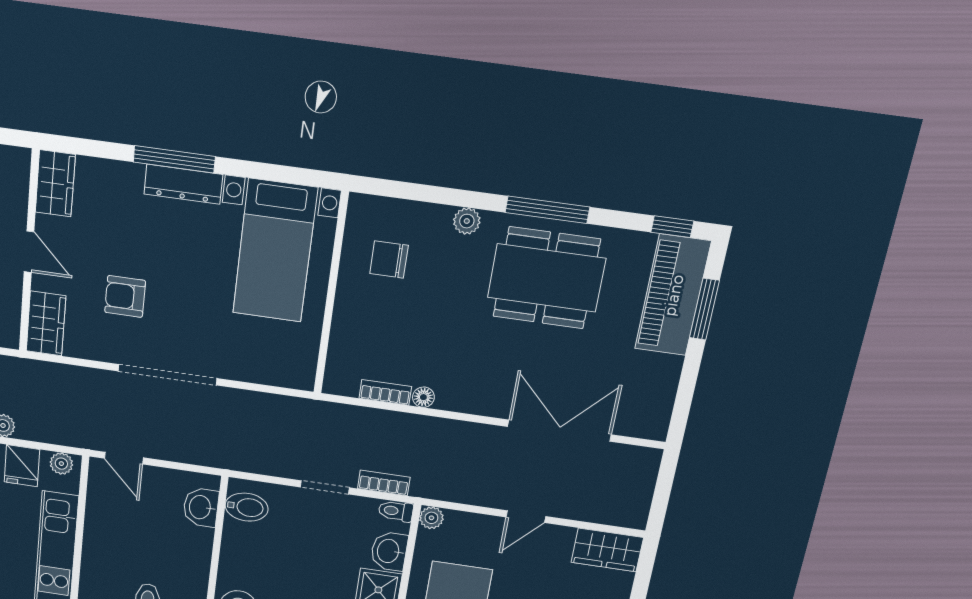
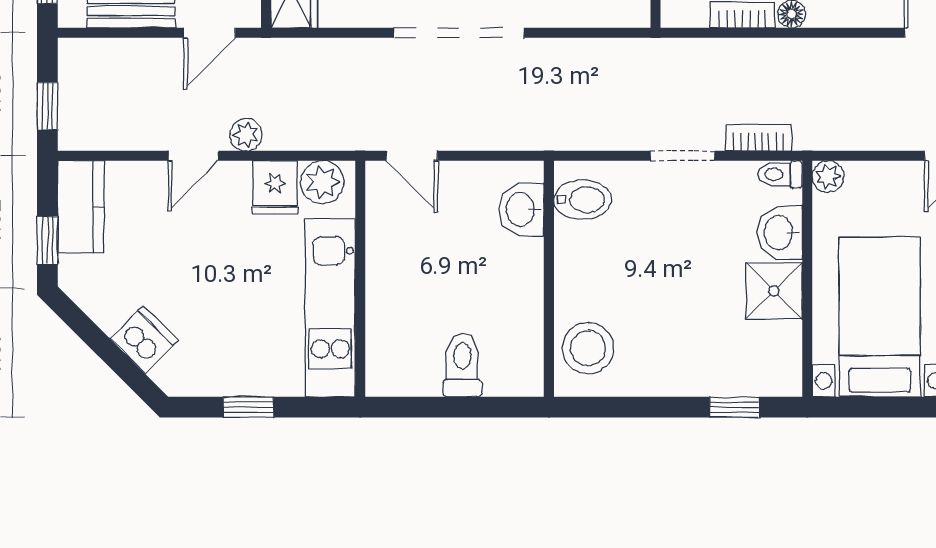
plant: (61, 464) -> (322, 182), width x1.38, depth x1.38

